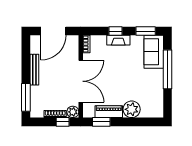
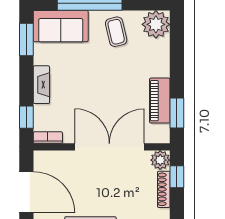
window: (115, 31) -> (26, 117), moved
coffee table: (150, 85) -> (116, 32), added
plant: (132, 109) -> (156, 24), moved

